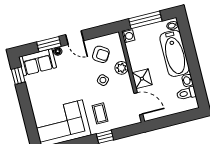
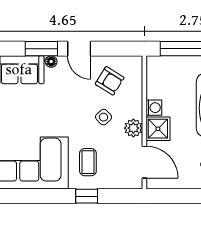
washing machine: (128, 36) -> (154, 108), moved
plant: (121, 68) -> (133, 128), moved

